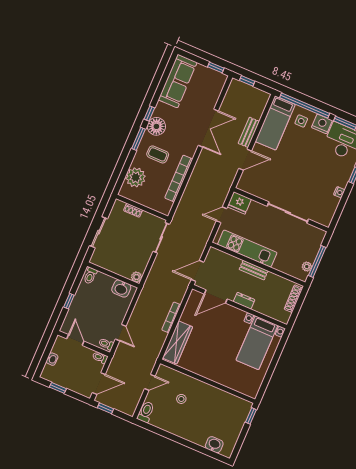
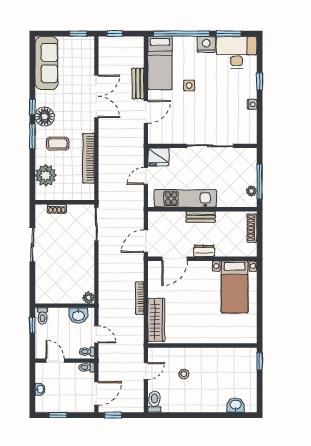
side table: (301, 121) -> (189, 85), moved
wall: (113, 275) -> (65, 306), moved
toilet: (90, 276) -> (43, 316), moved
plant: (136, 277) -> (89, 298), moved
washbasin: (121, 288) -> (78, 315), moved

